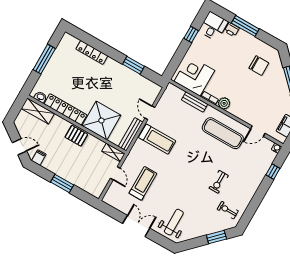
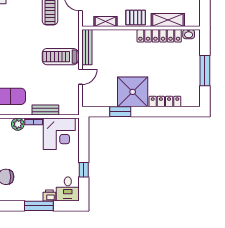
shelving: (38, 111) -> (168, 20), moved
door: (150, 113) -> (81, 77), hinge flipped
shower: (101, 121) -> (133, 92), moved
shelving: (113, 152) -> (106, 22), moved

